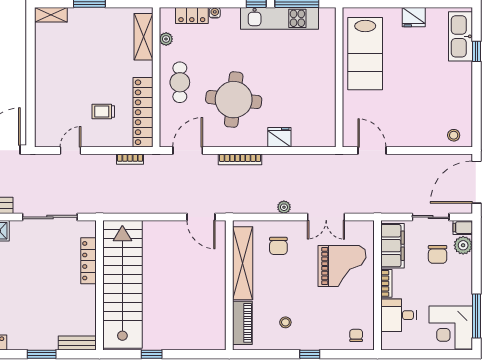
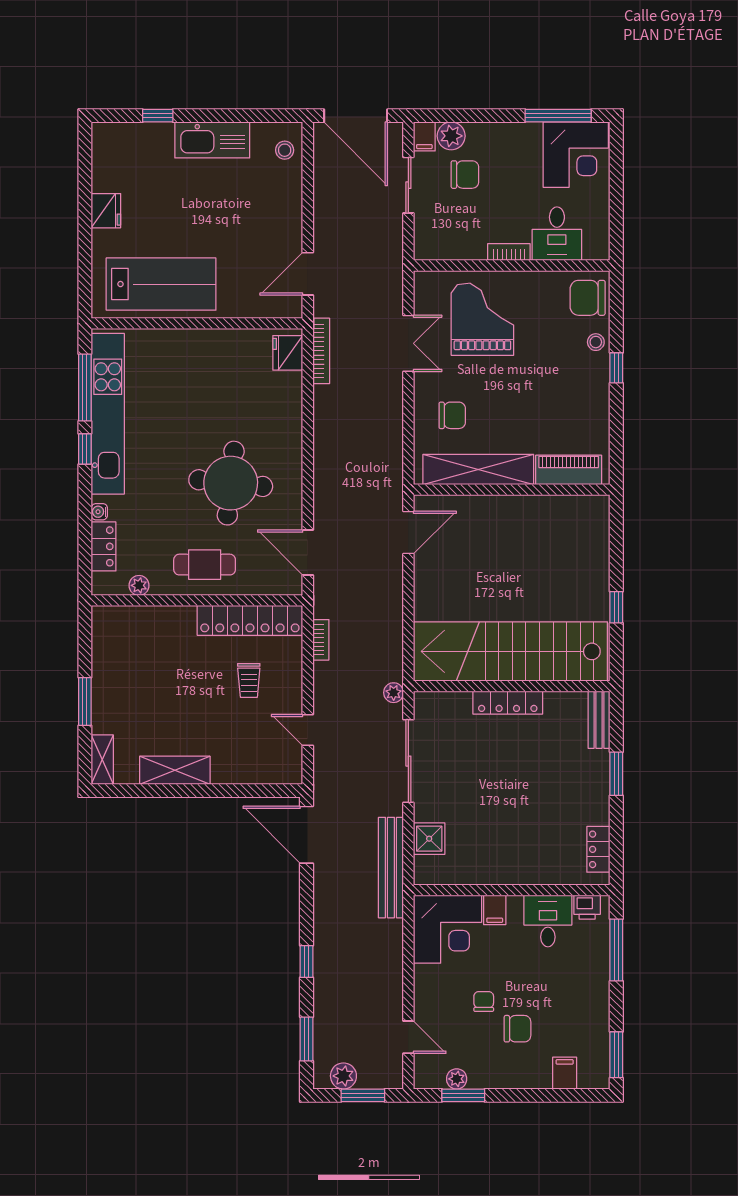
kitchen unit: (279, 18) -> (108, 414), width x1.36
kitchen sink: (460, 36) -> (212, 140), moved
shelving: (143, 37) -> (175, 770), moved
fridge: (279, 137) -> (288, 353), moved
bookcase: (240, 159) -> (321, 351), moved
plant: (284, 207) -> (394, 693), moved
filing cabinet: (392, 246) -> (452, 243), removed
locker: (89, 261) -> (508, 703), moved
stool: (285, 322) -> (596, 342), moved
chair: (356, 335) -> (588, 298), width x1.87, depth x1.87

